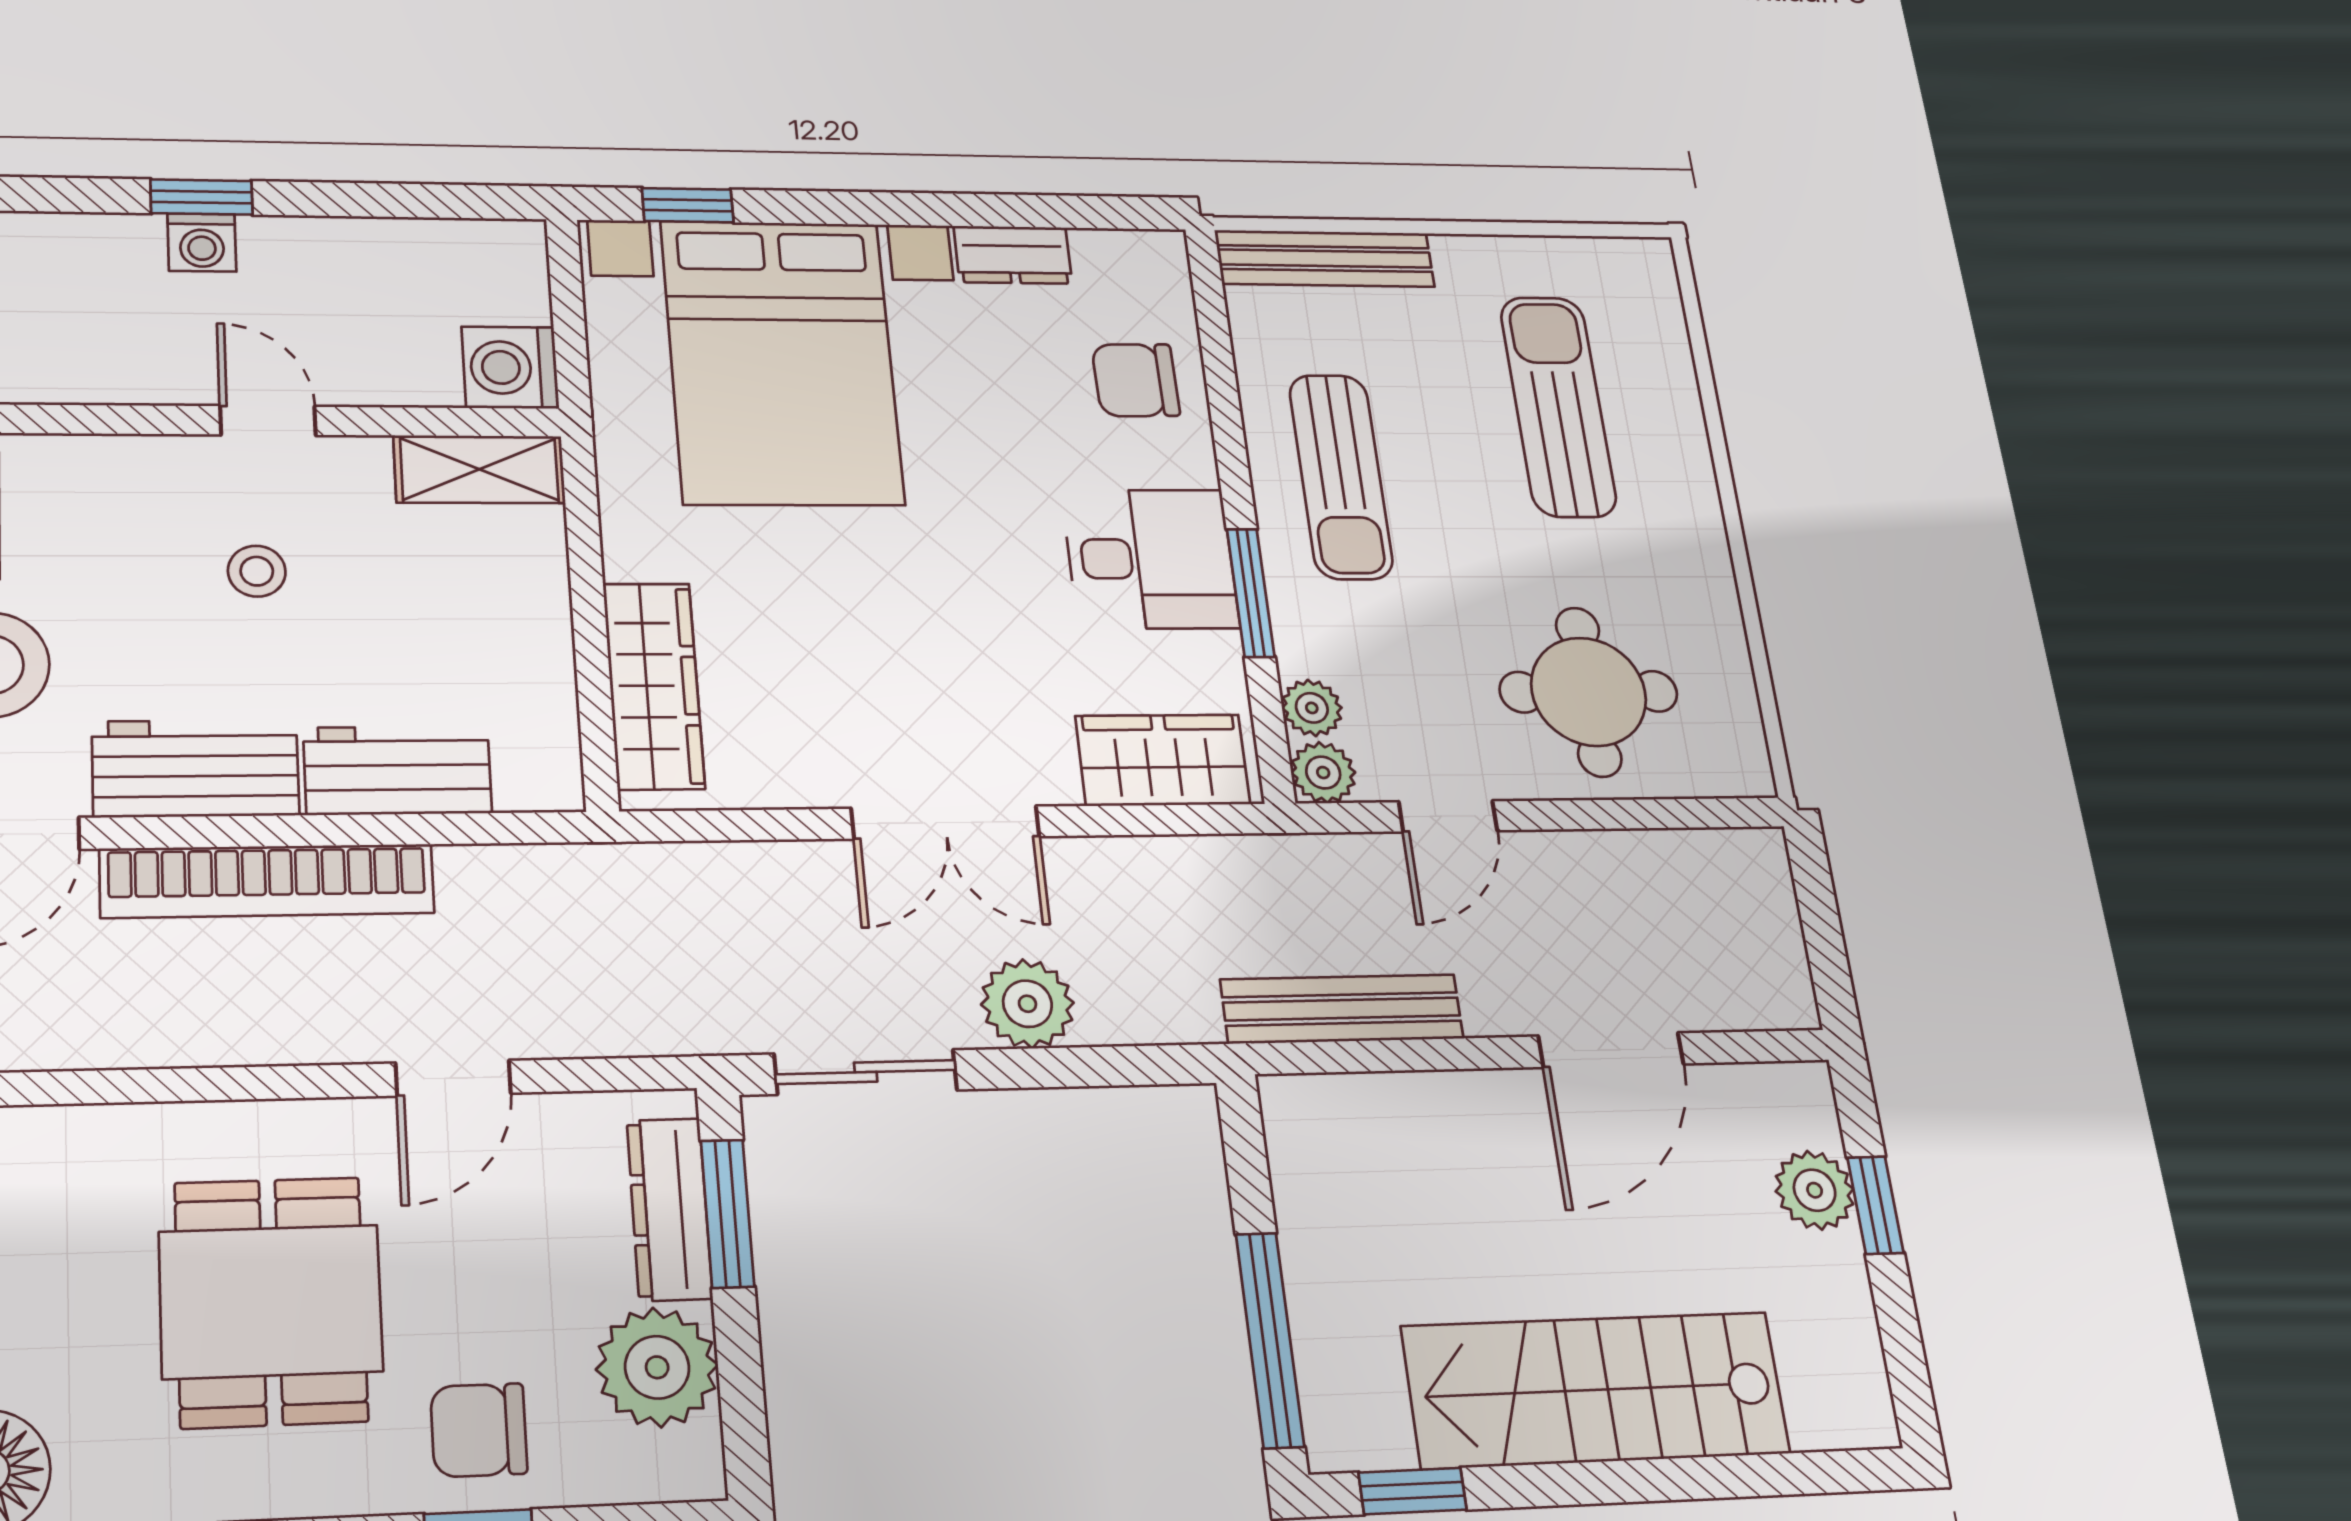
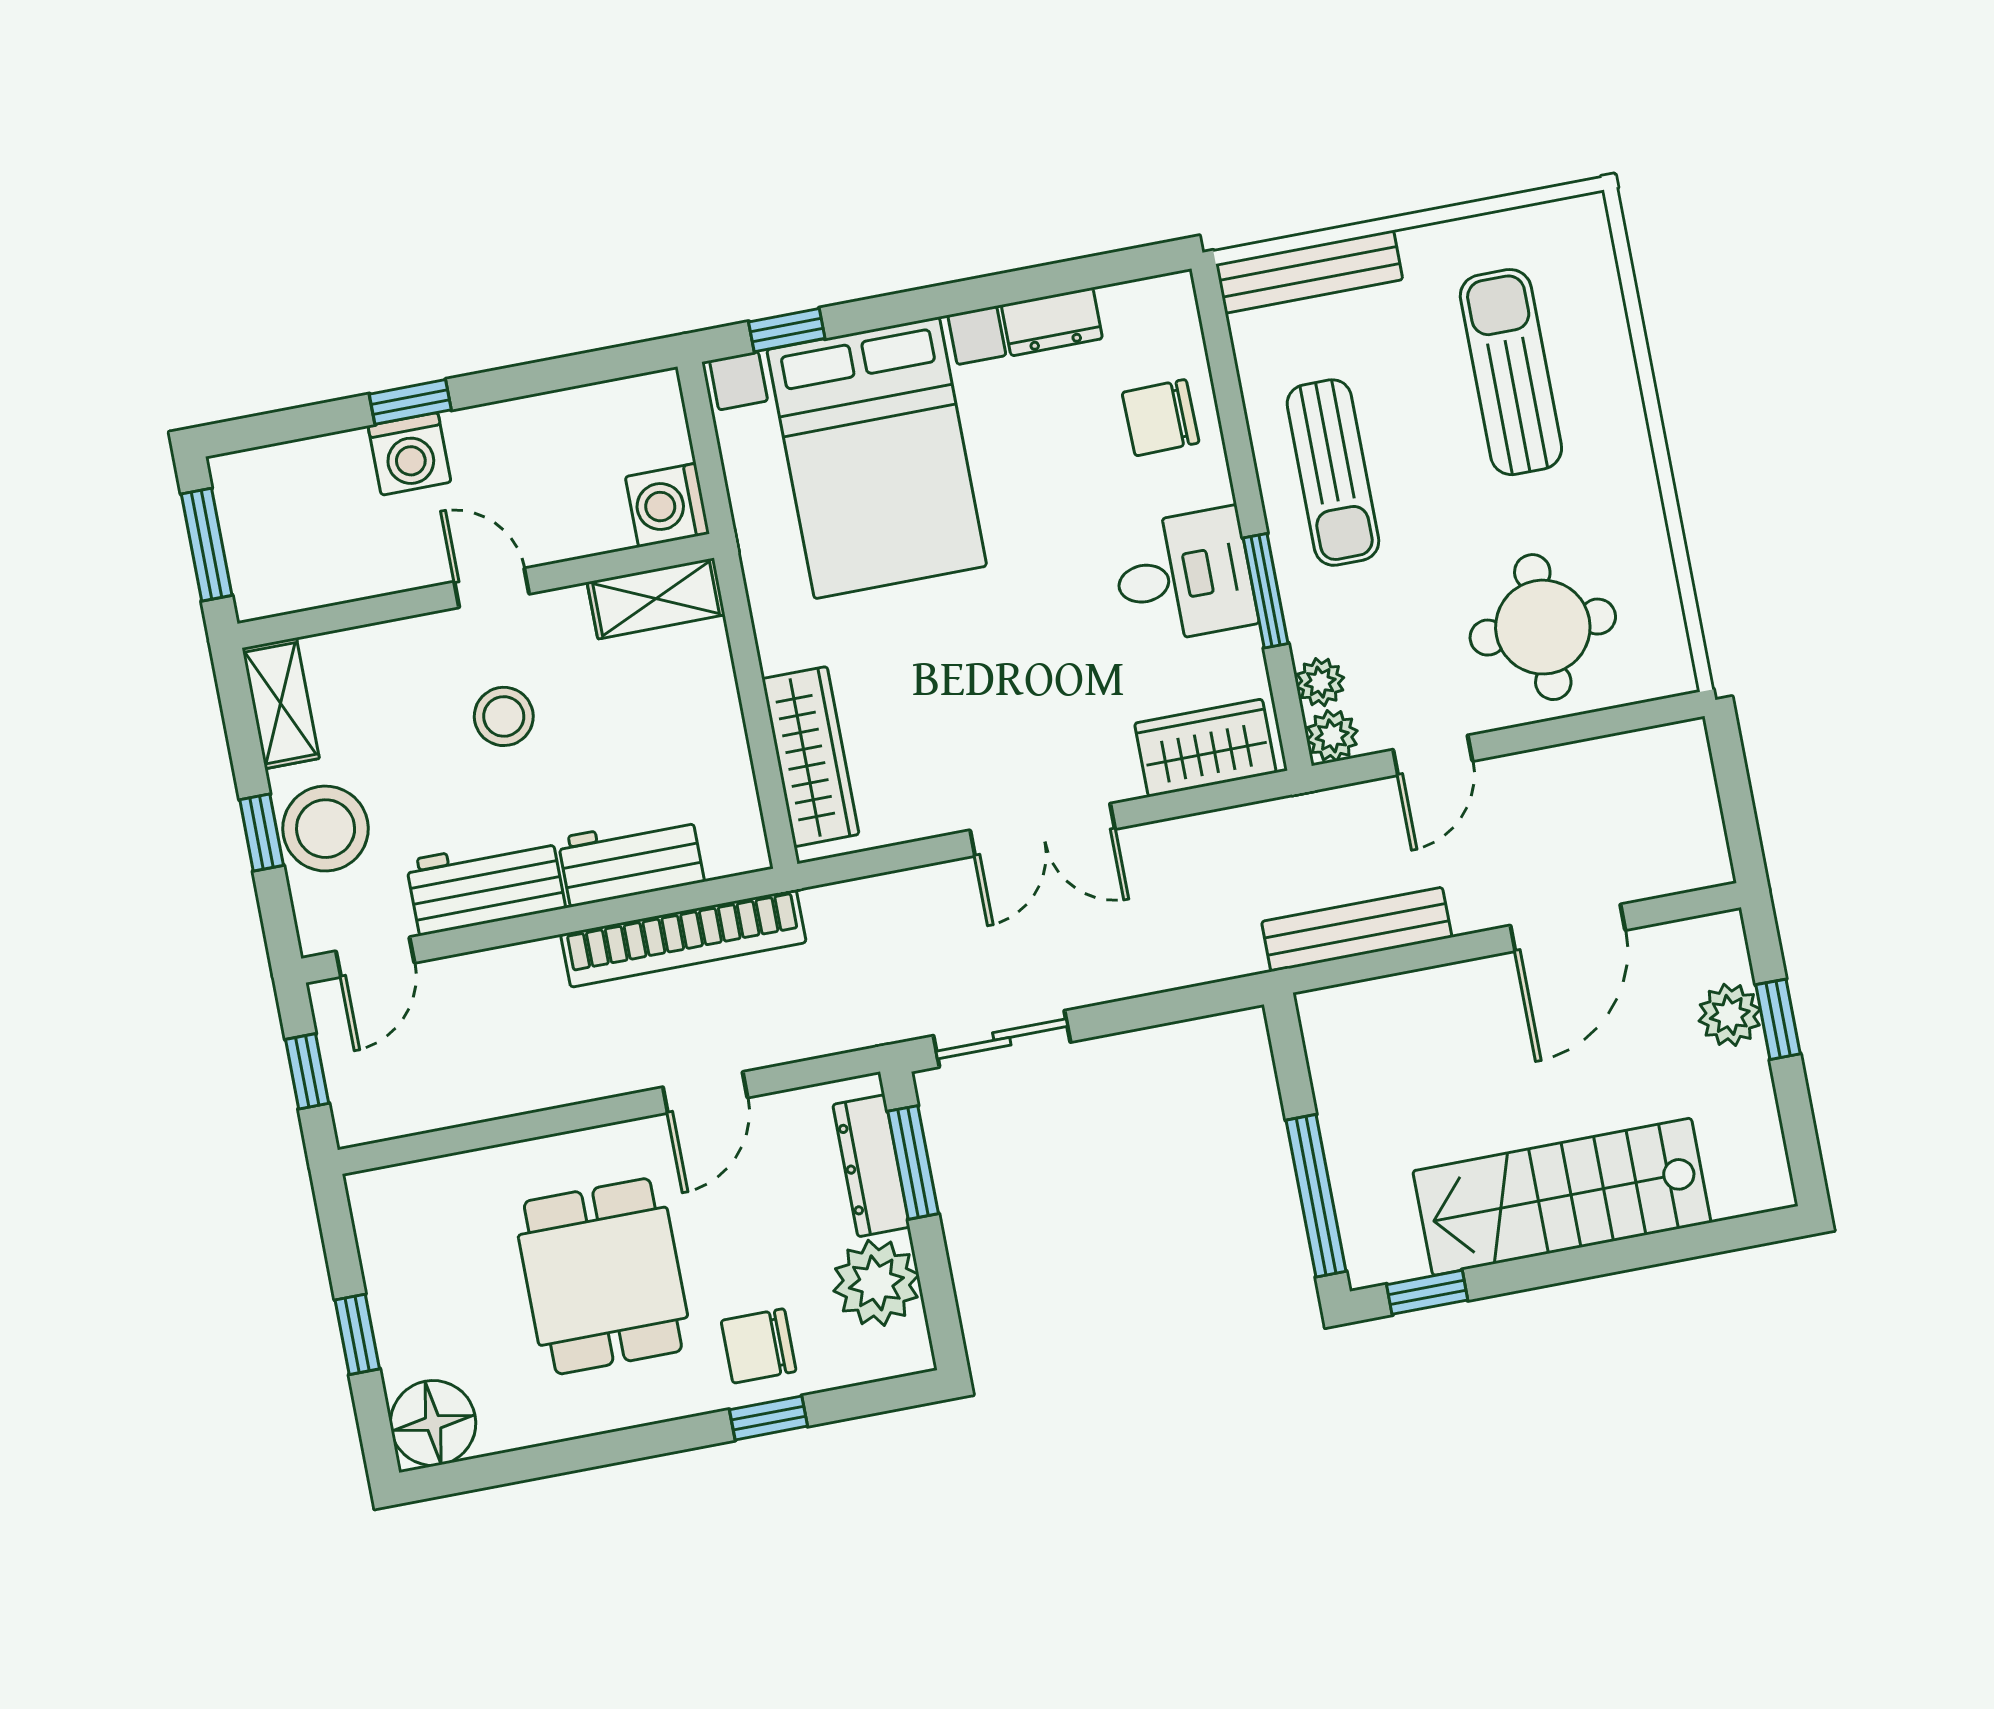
washing machine: (202, 242) -> (410, 454), width x1.38, depth x1.38
stool: (257, 571) -> (504, 716), width x1.37, depth x1.37
bookcase: (267, 881) -> (683, 938), moved
plant: (1027, 1004) -> (1117, 965), removed

